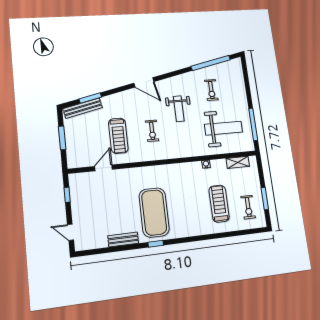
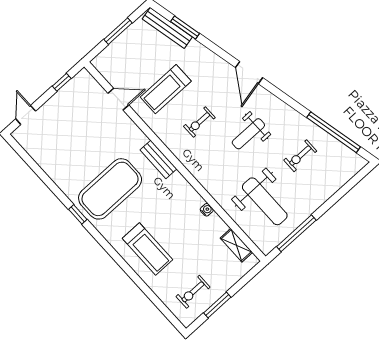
treadmill: (219, 204) -> (147, 249), moved, turned 90
bench: (123, 240) -> (158, 159), moved

